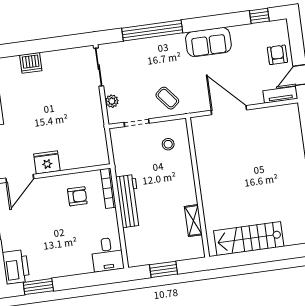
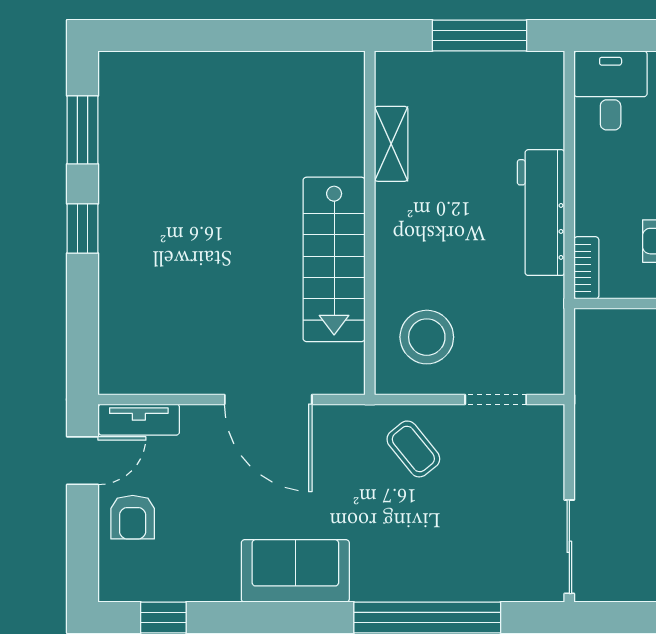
plant: (112, 101) -> (549, 460), removed
stool: (168, 144) -> (427, 337), width x1.89, depth x1.89
bookcase: (108, 188) -> (586, 268), width x0.64
stairs: (249, 239) -> (334, 259), moved, turned 90
window: (164, 269) -> (479, 36), width x1.44

